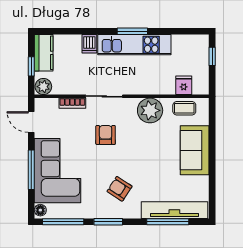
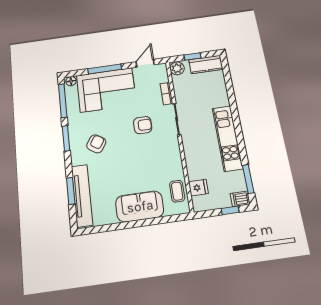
window: (132, 31) -> (248, 179), moved
dishwasher: (89, 44) -> (240, 199), moved
plant: (150, 110) -> (170, 160), removed
window: (168, 222) -> (71, 191), width x0.69

